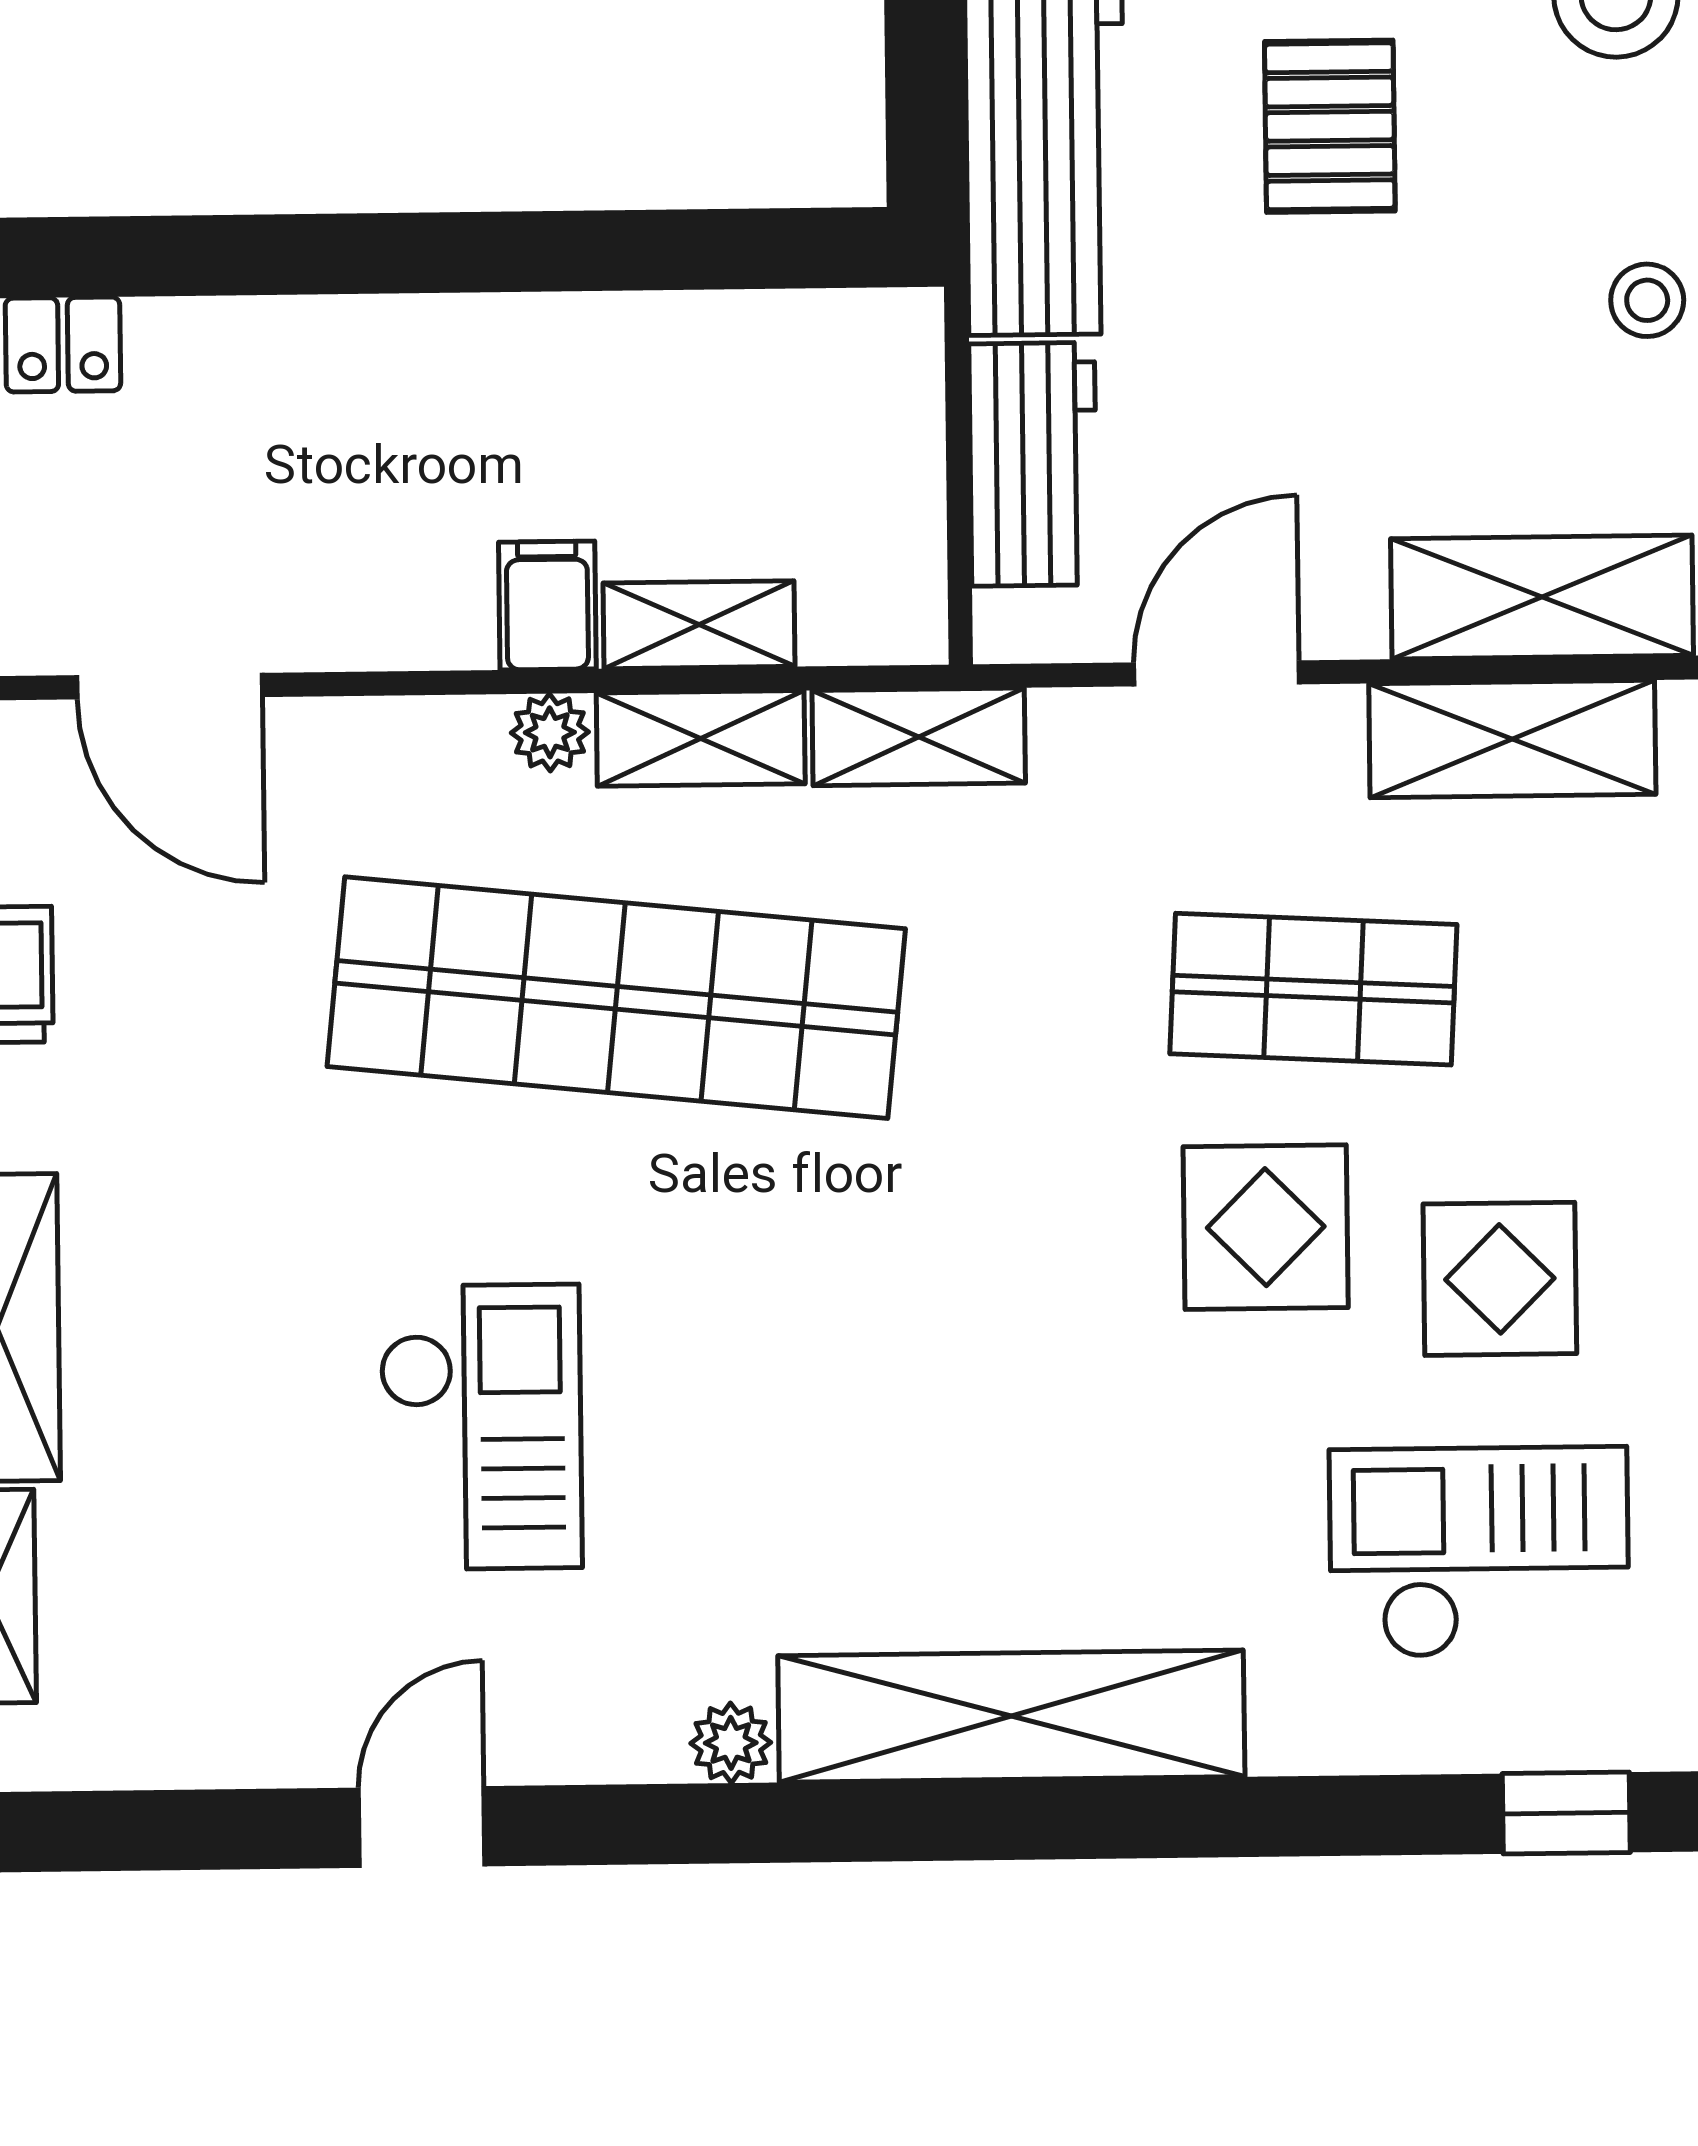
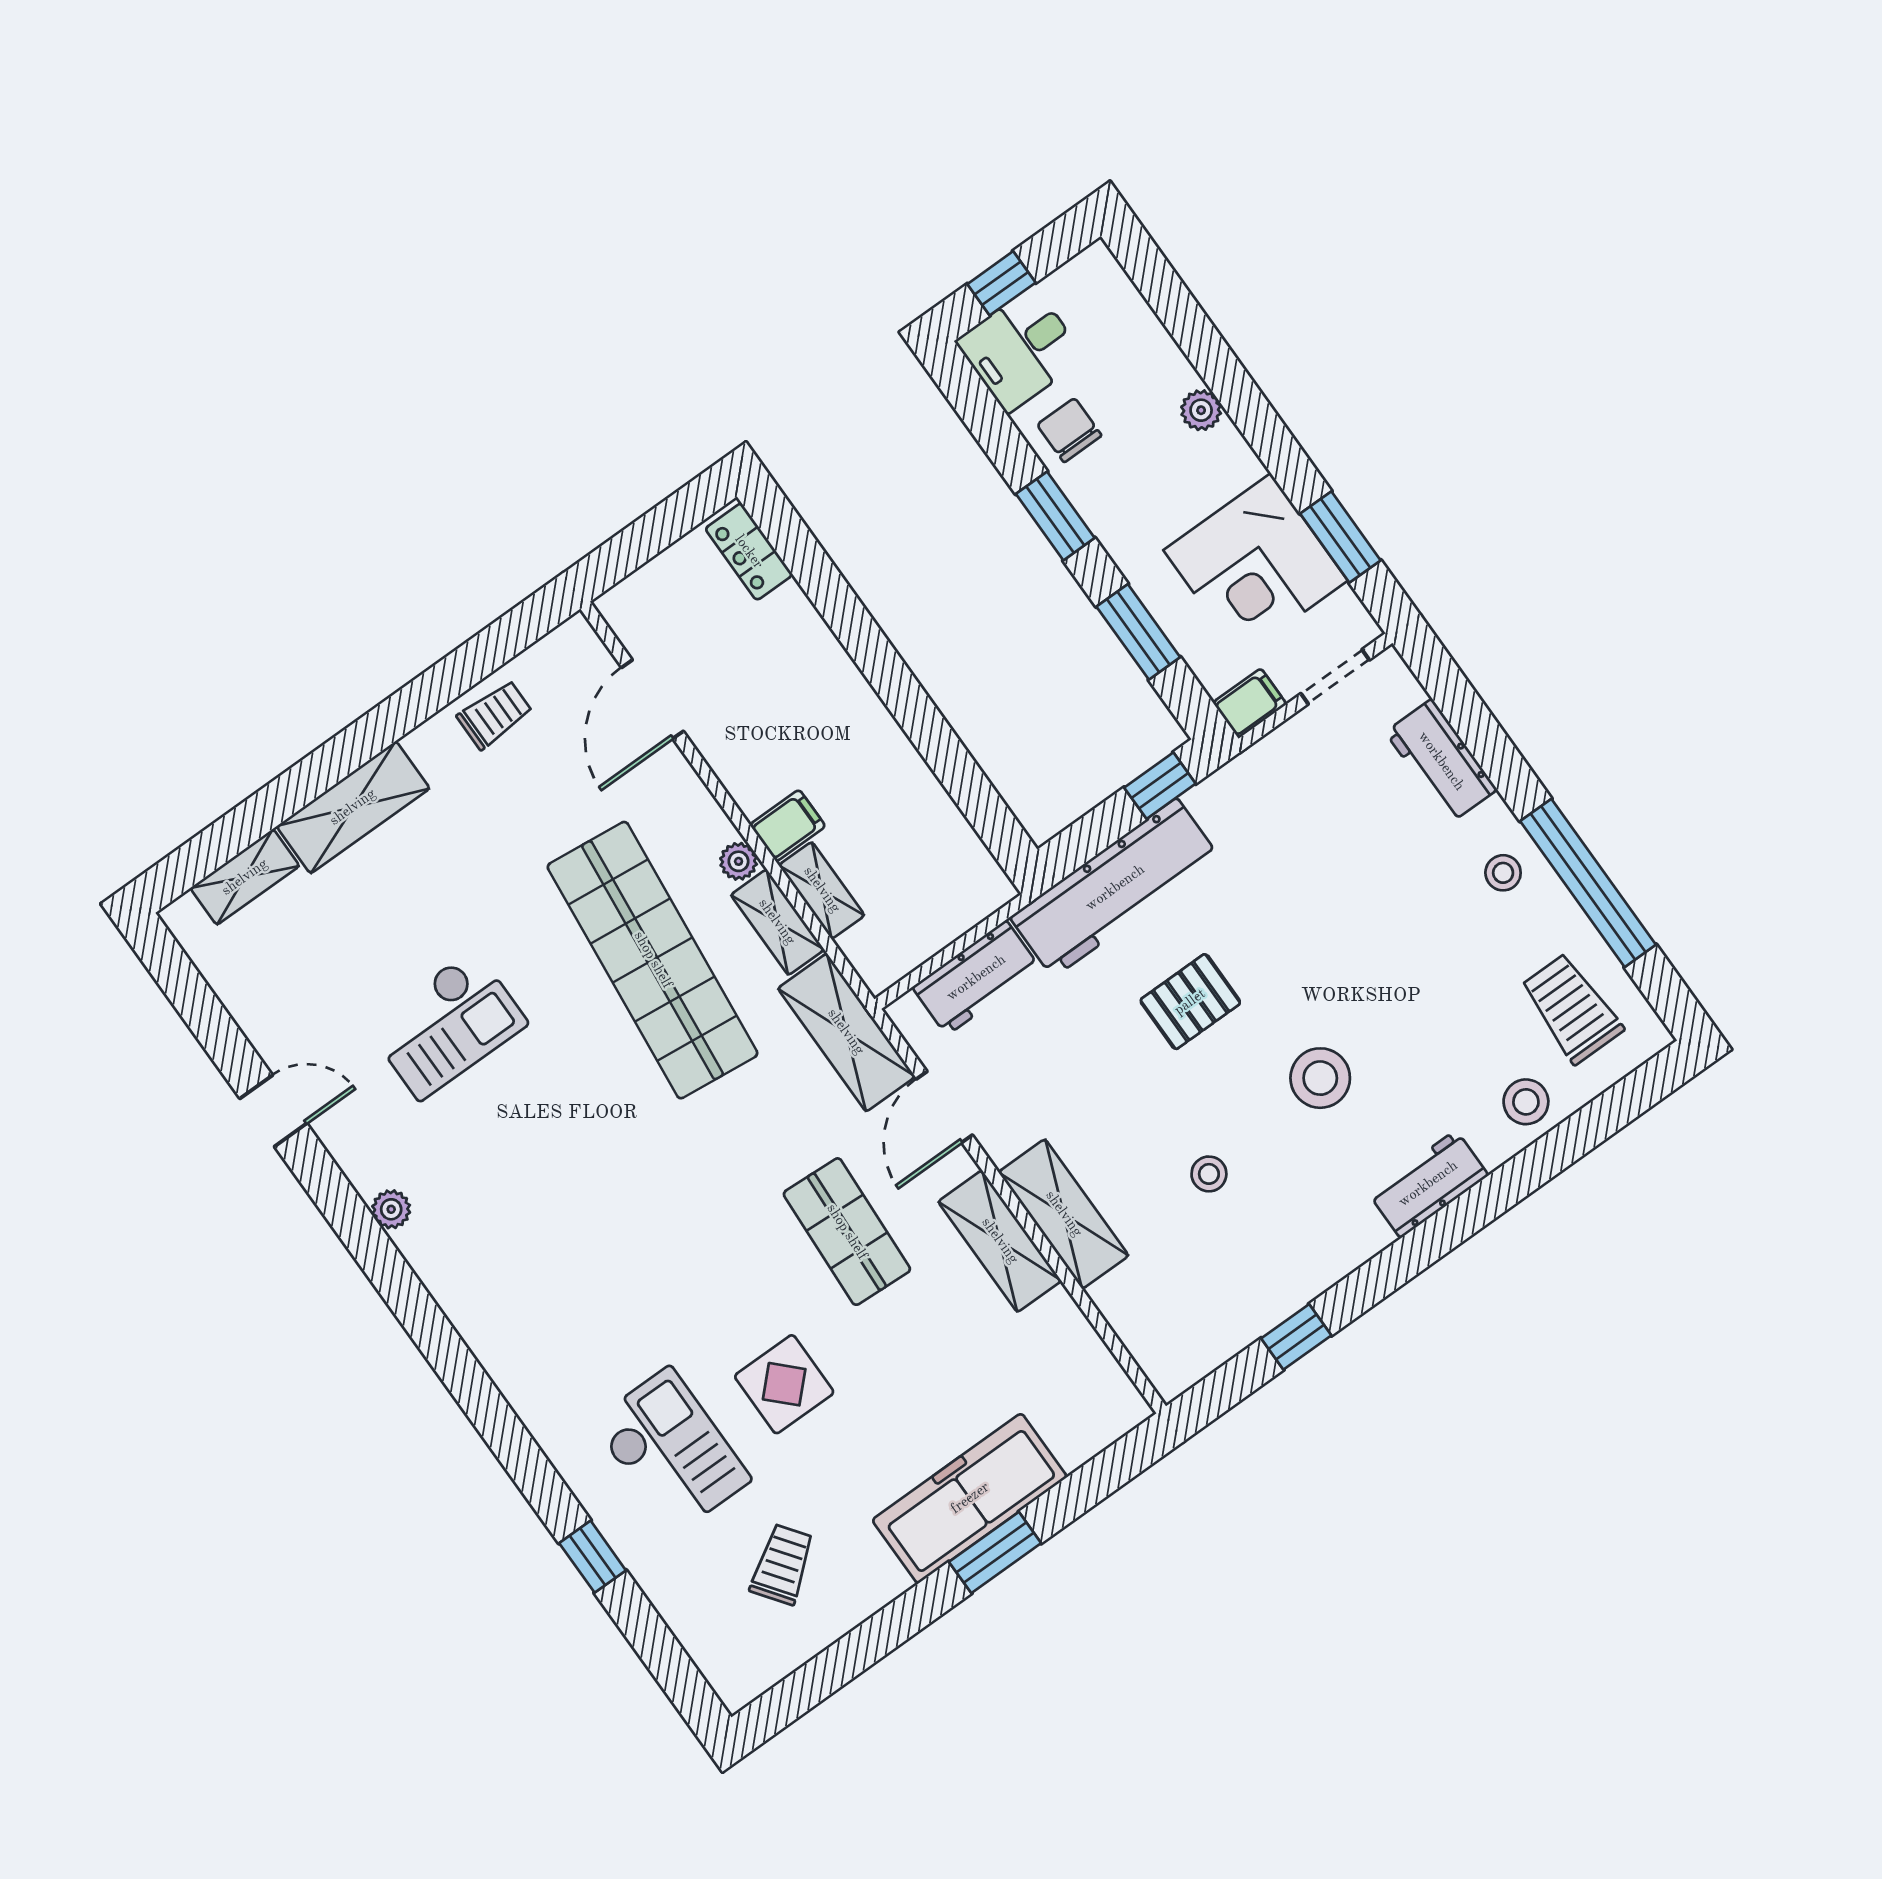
door: (1217, 673) -> (944, 1107), swing flipped
shelving: (919, 737) -> (846, 1032), width x1.50, depth x1.33
display table: (1266, 1227) -> (740, 1278), removed
shelving: (1011, 1716) -> (479, 1312), removed

